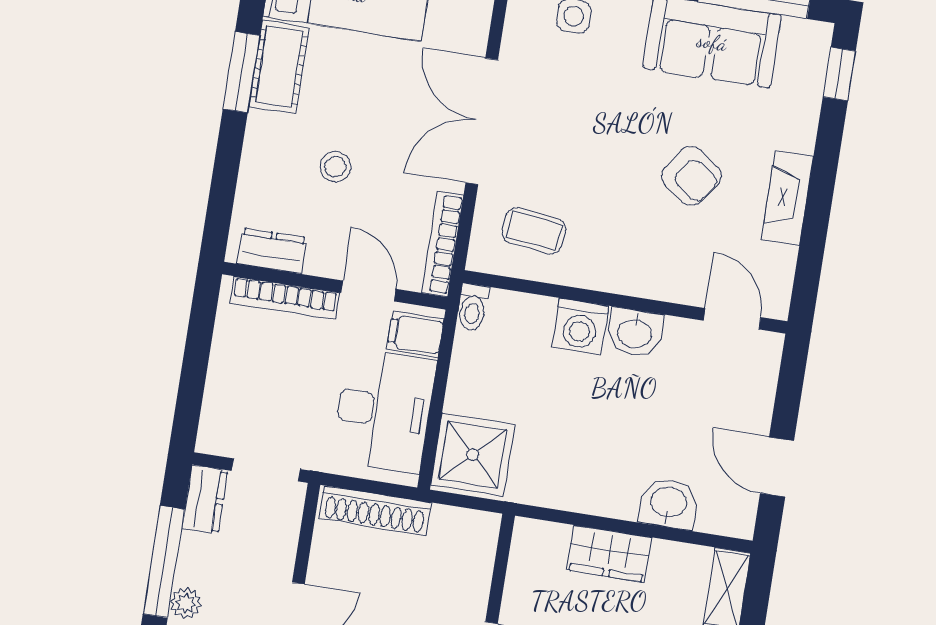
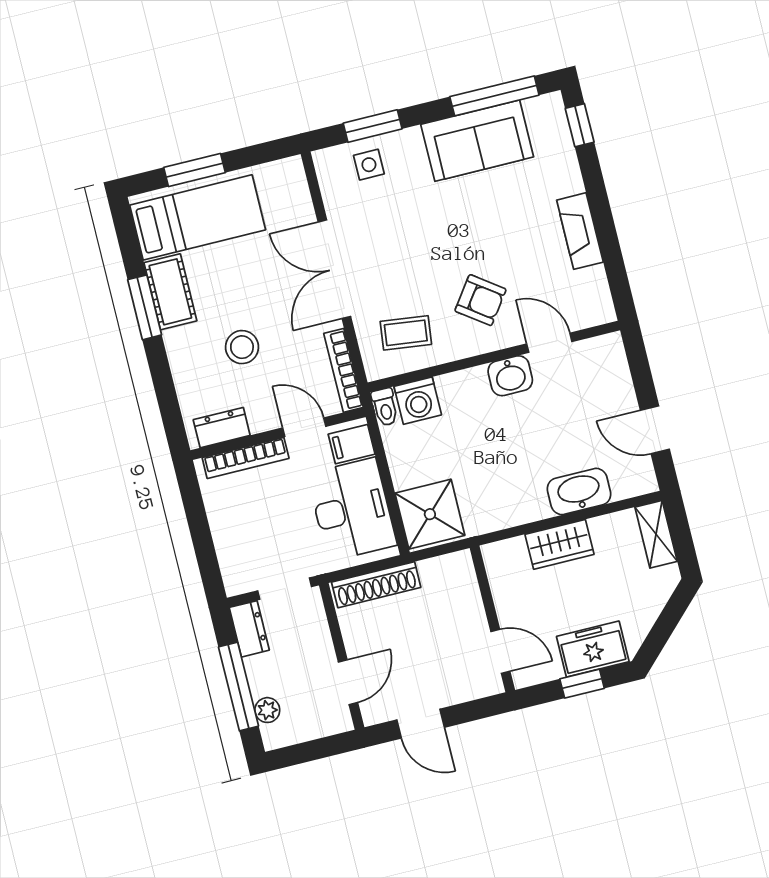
stool: (335, 167) -> (242, 347), width x1.37, depth x1.37
armchair: (691, 176) -> (480, 300), moved
door: (732, 319) -> (549, 343), moved
washing machine: (580, 326) -> (418, 401), moved
washbasin: (669, 503) -> (579, 491), width x1.38

